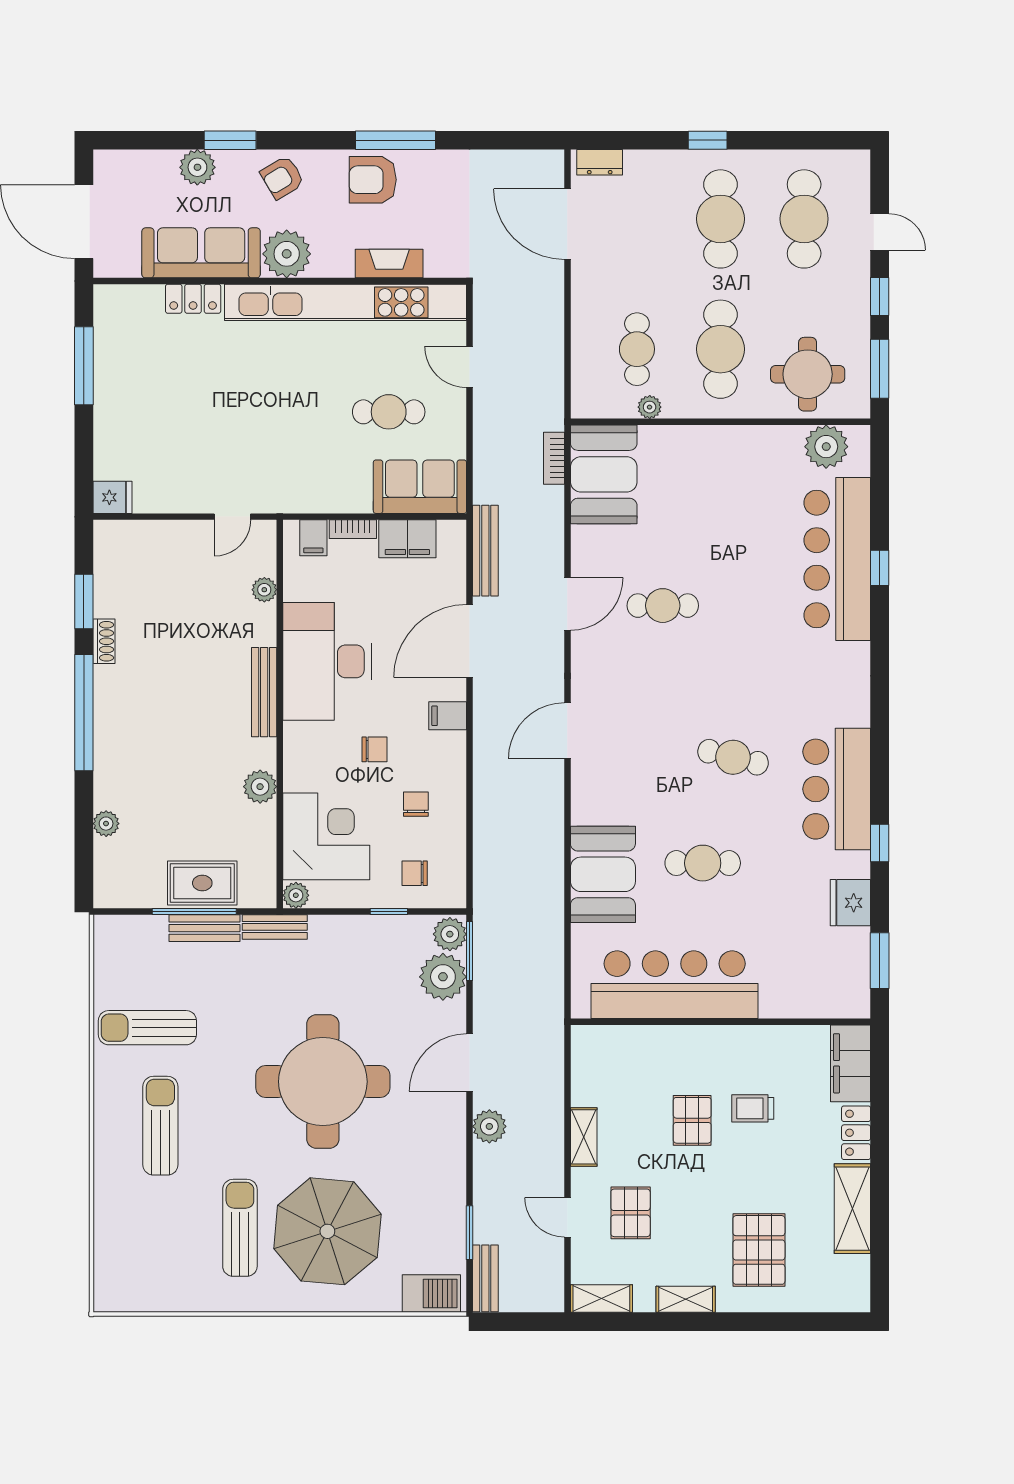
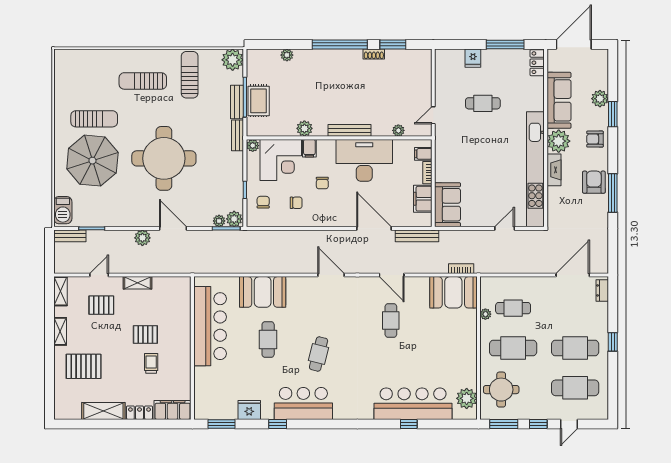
armchair: (282, 177) -> (595, 139), turned -59
fireplace: (389, 264) -> (554, 170), moved
locker: (193, 299) -> (537, 63), moved
cafe table: (389, 412) -> (483, 103), moved, turned 90
fridge: (112, 497) -> (473, 58), moved
door: (232, 517) -> (433, 115), hinge flipped
filing cabinet: (448, 716) -> (309, 148), moved, turned 180
plant: (116, 938) -> (233, 60), added
plant: (443, 977) -> (219, 221), width x0.53, depth x0.53
sun lounger: (160, 1126) -> (143, 81), turned 180

